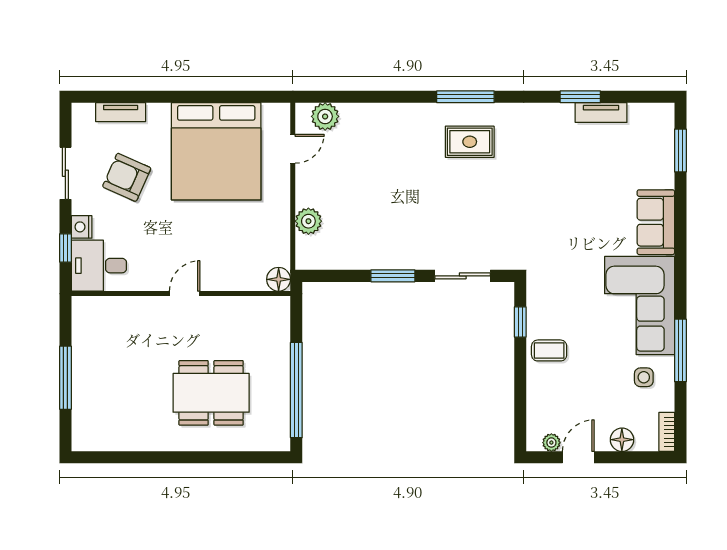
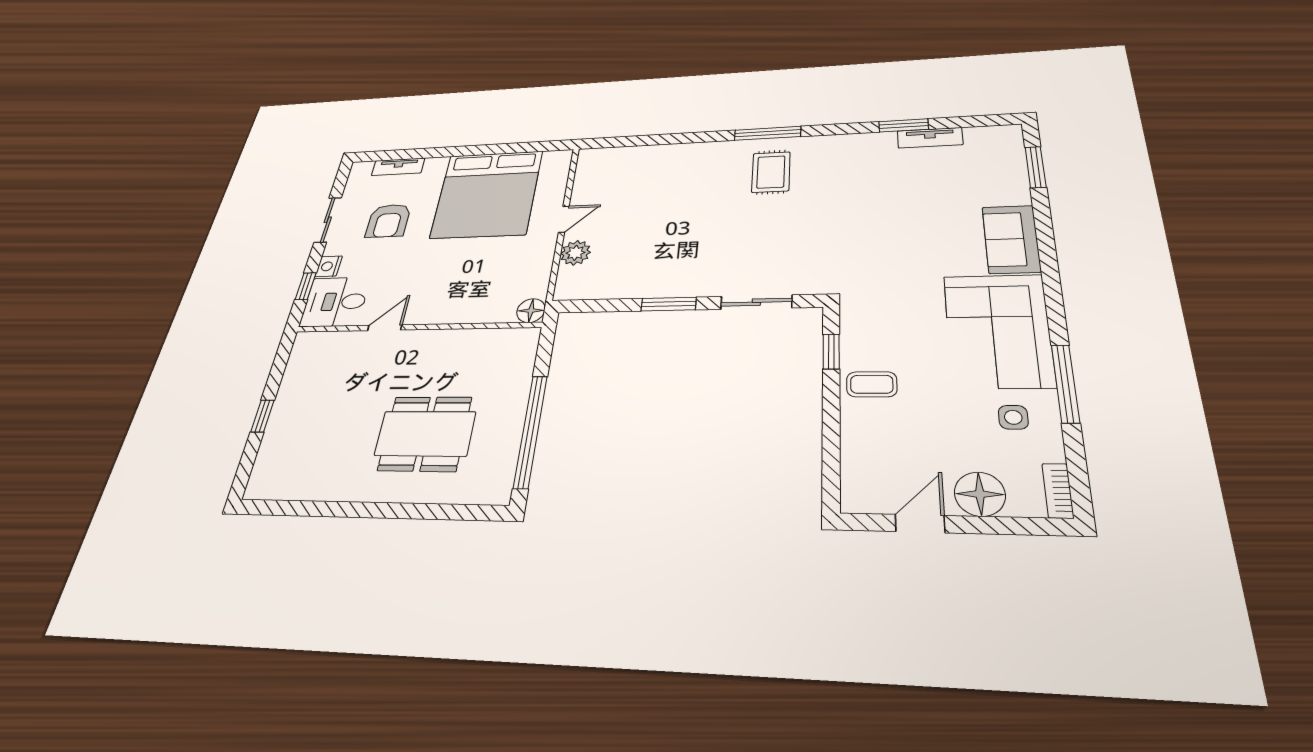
plant: (325, 116) -> (609, 159), removed
rug: (470, 142) -> (771, 172), turned 90
door: (293, 149) -> (564, 219), moved
armchair: (127, 177) -> (388, 221), turned -114
door: (185, 294) -> (385, 328), moved
window: (65, 378) -> (262, 416), width x0.46
floor lamp: (622, 440) -> (980, 494), width x1.38, depth x1.38
plant: (551, 443) -> (878, 502), removed

